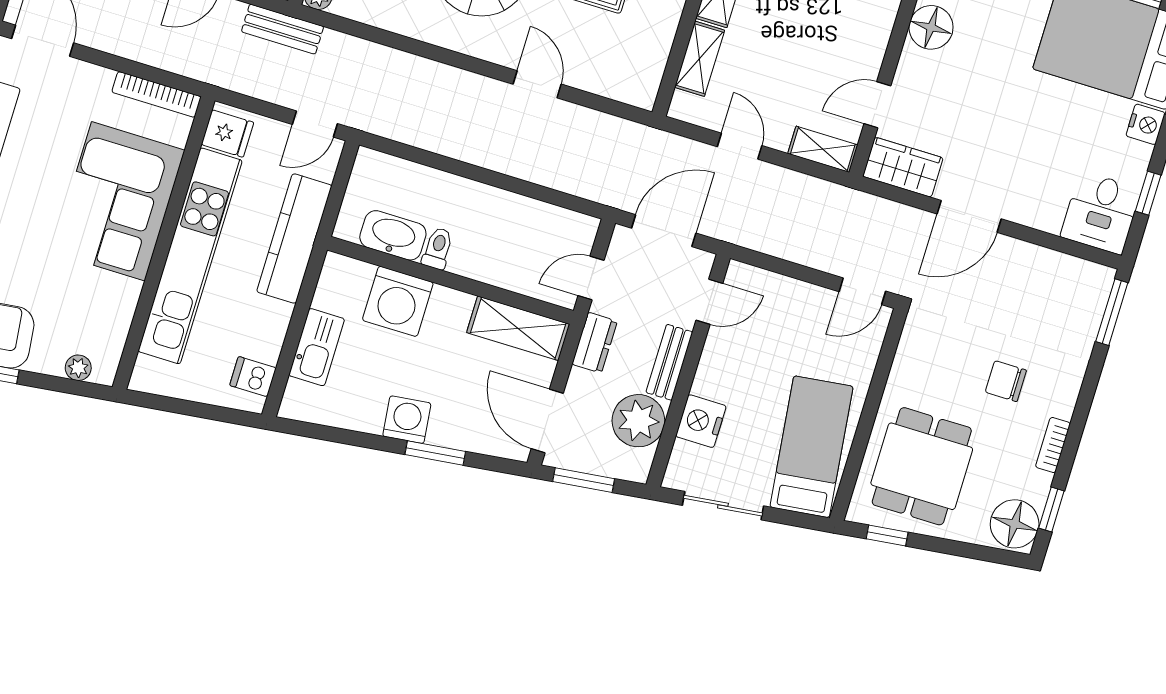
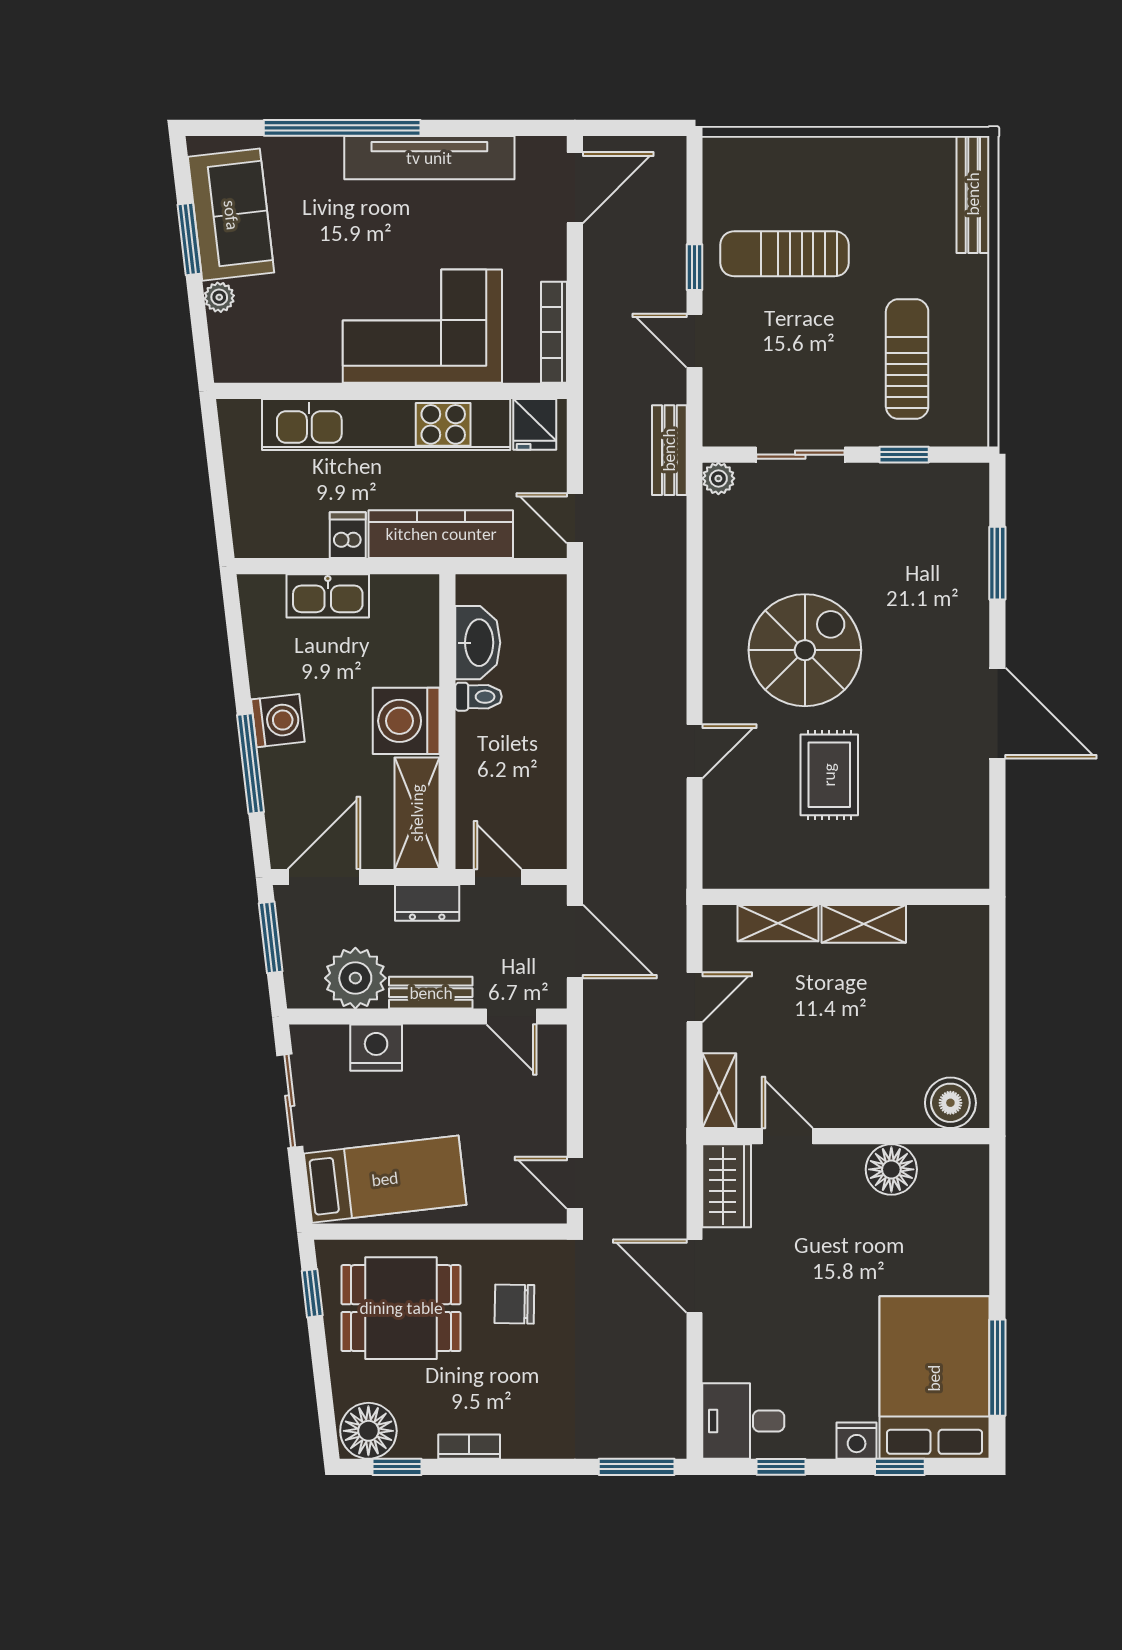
washing machine: (398, 301) -> (406, 721), moved
plant: (78, 368) -> (219, 297), moved
dishwasher: (253, 377) -> (348, 535), moved
chair: (1006, 381) -> (514, 1304), moved, turned -89
window: (435, 453) -> (250, 763), width x1.44

